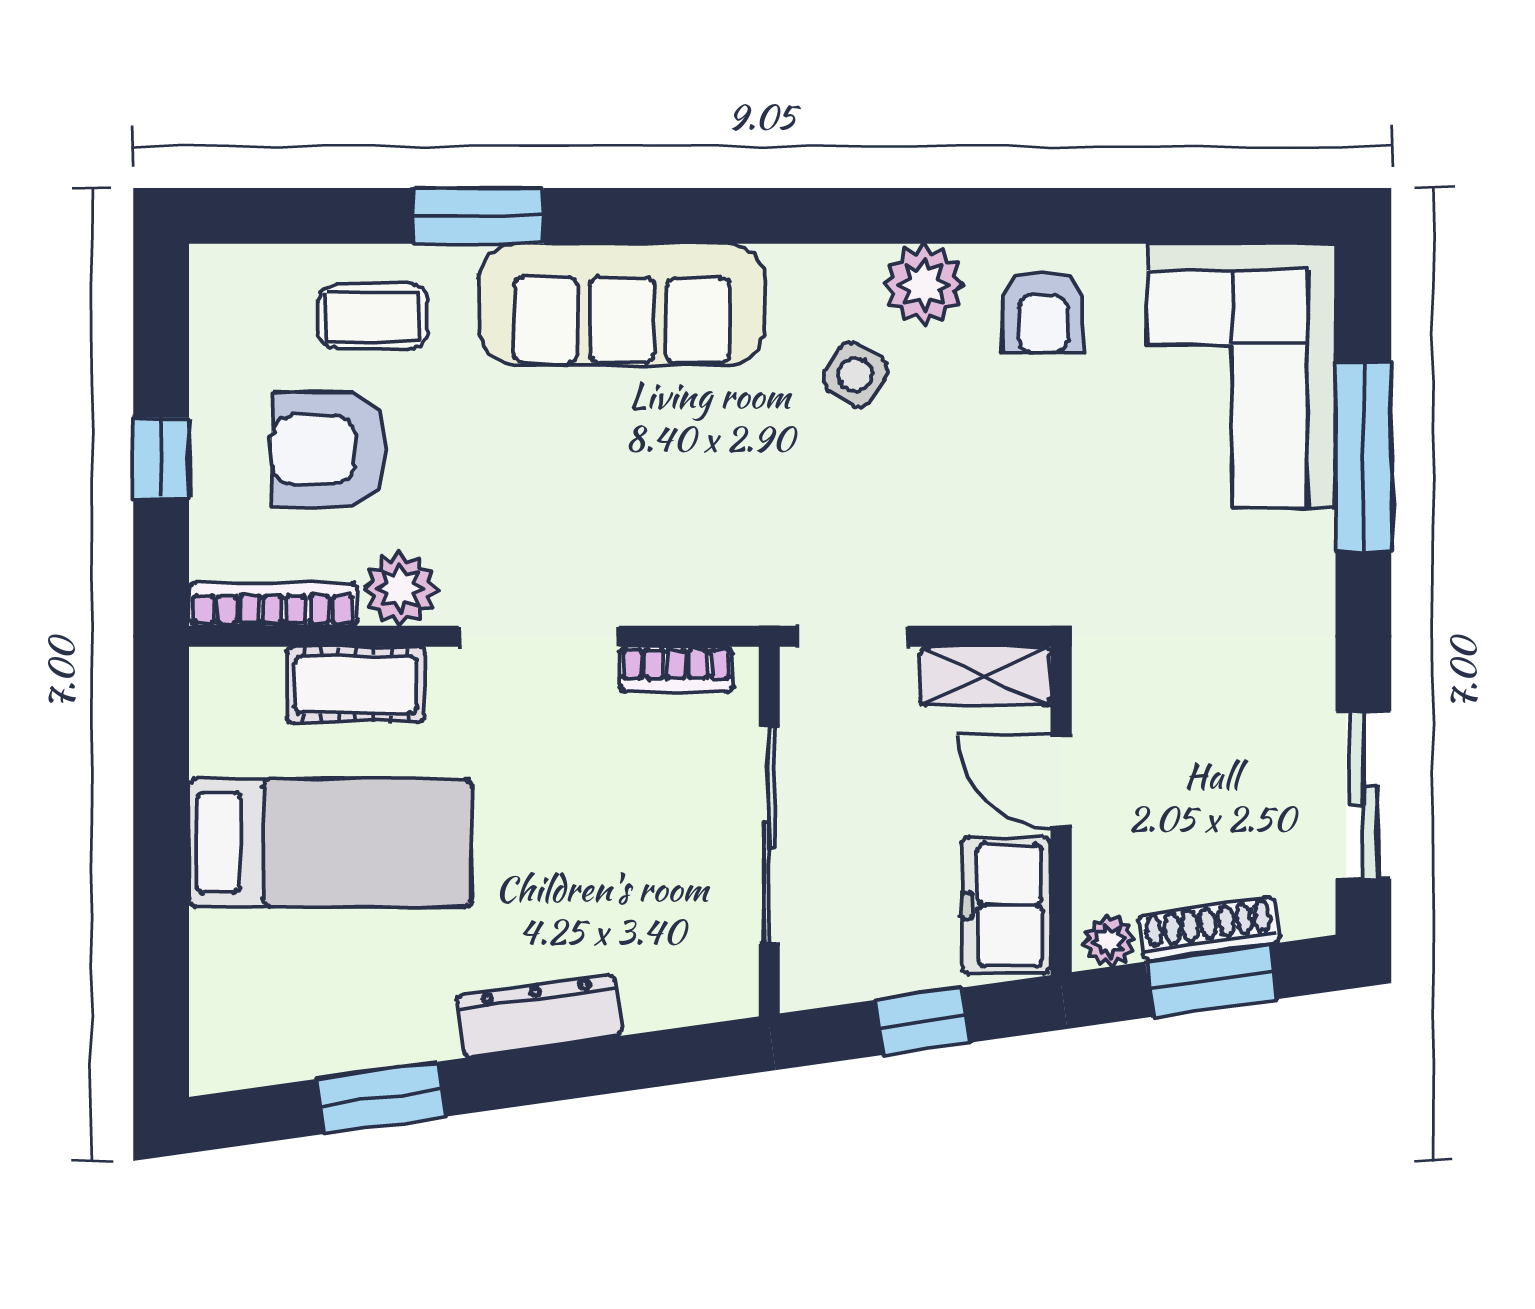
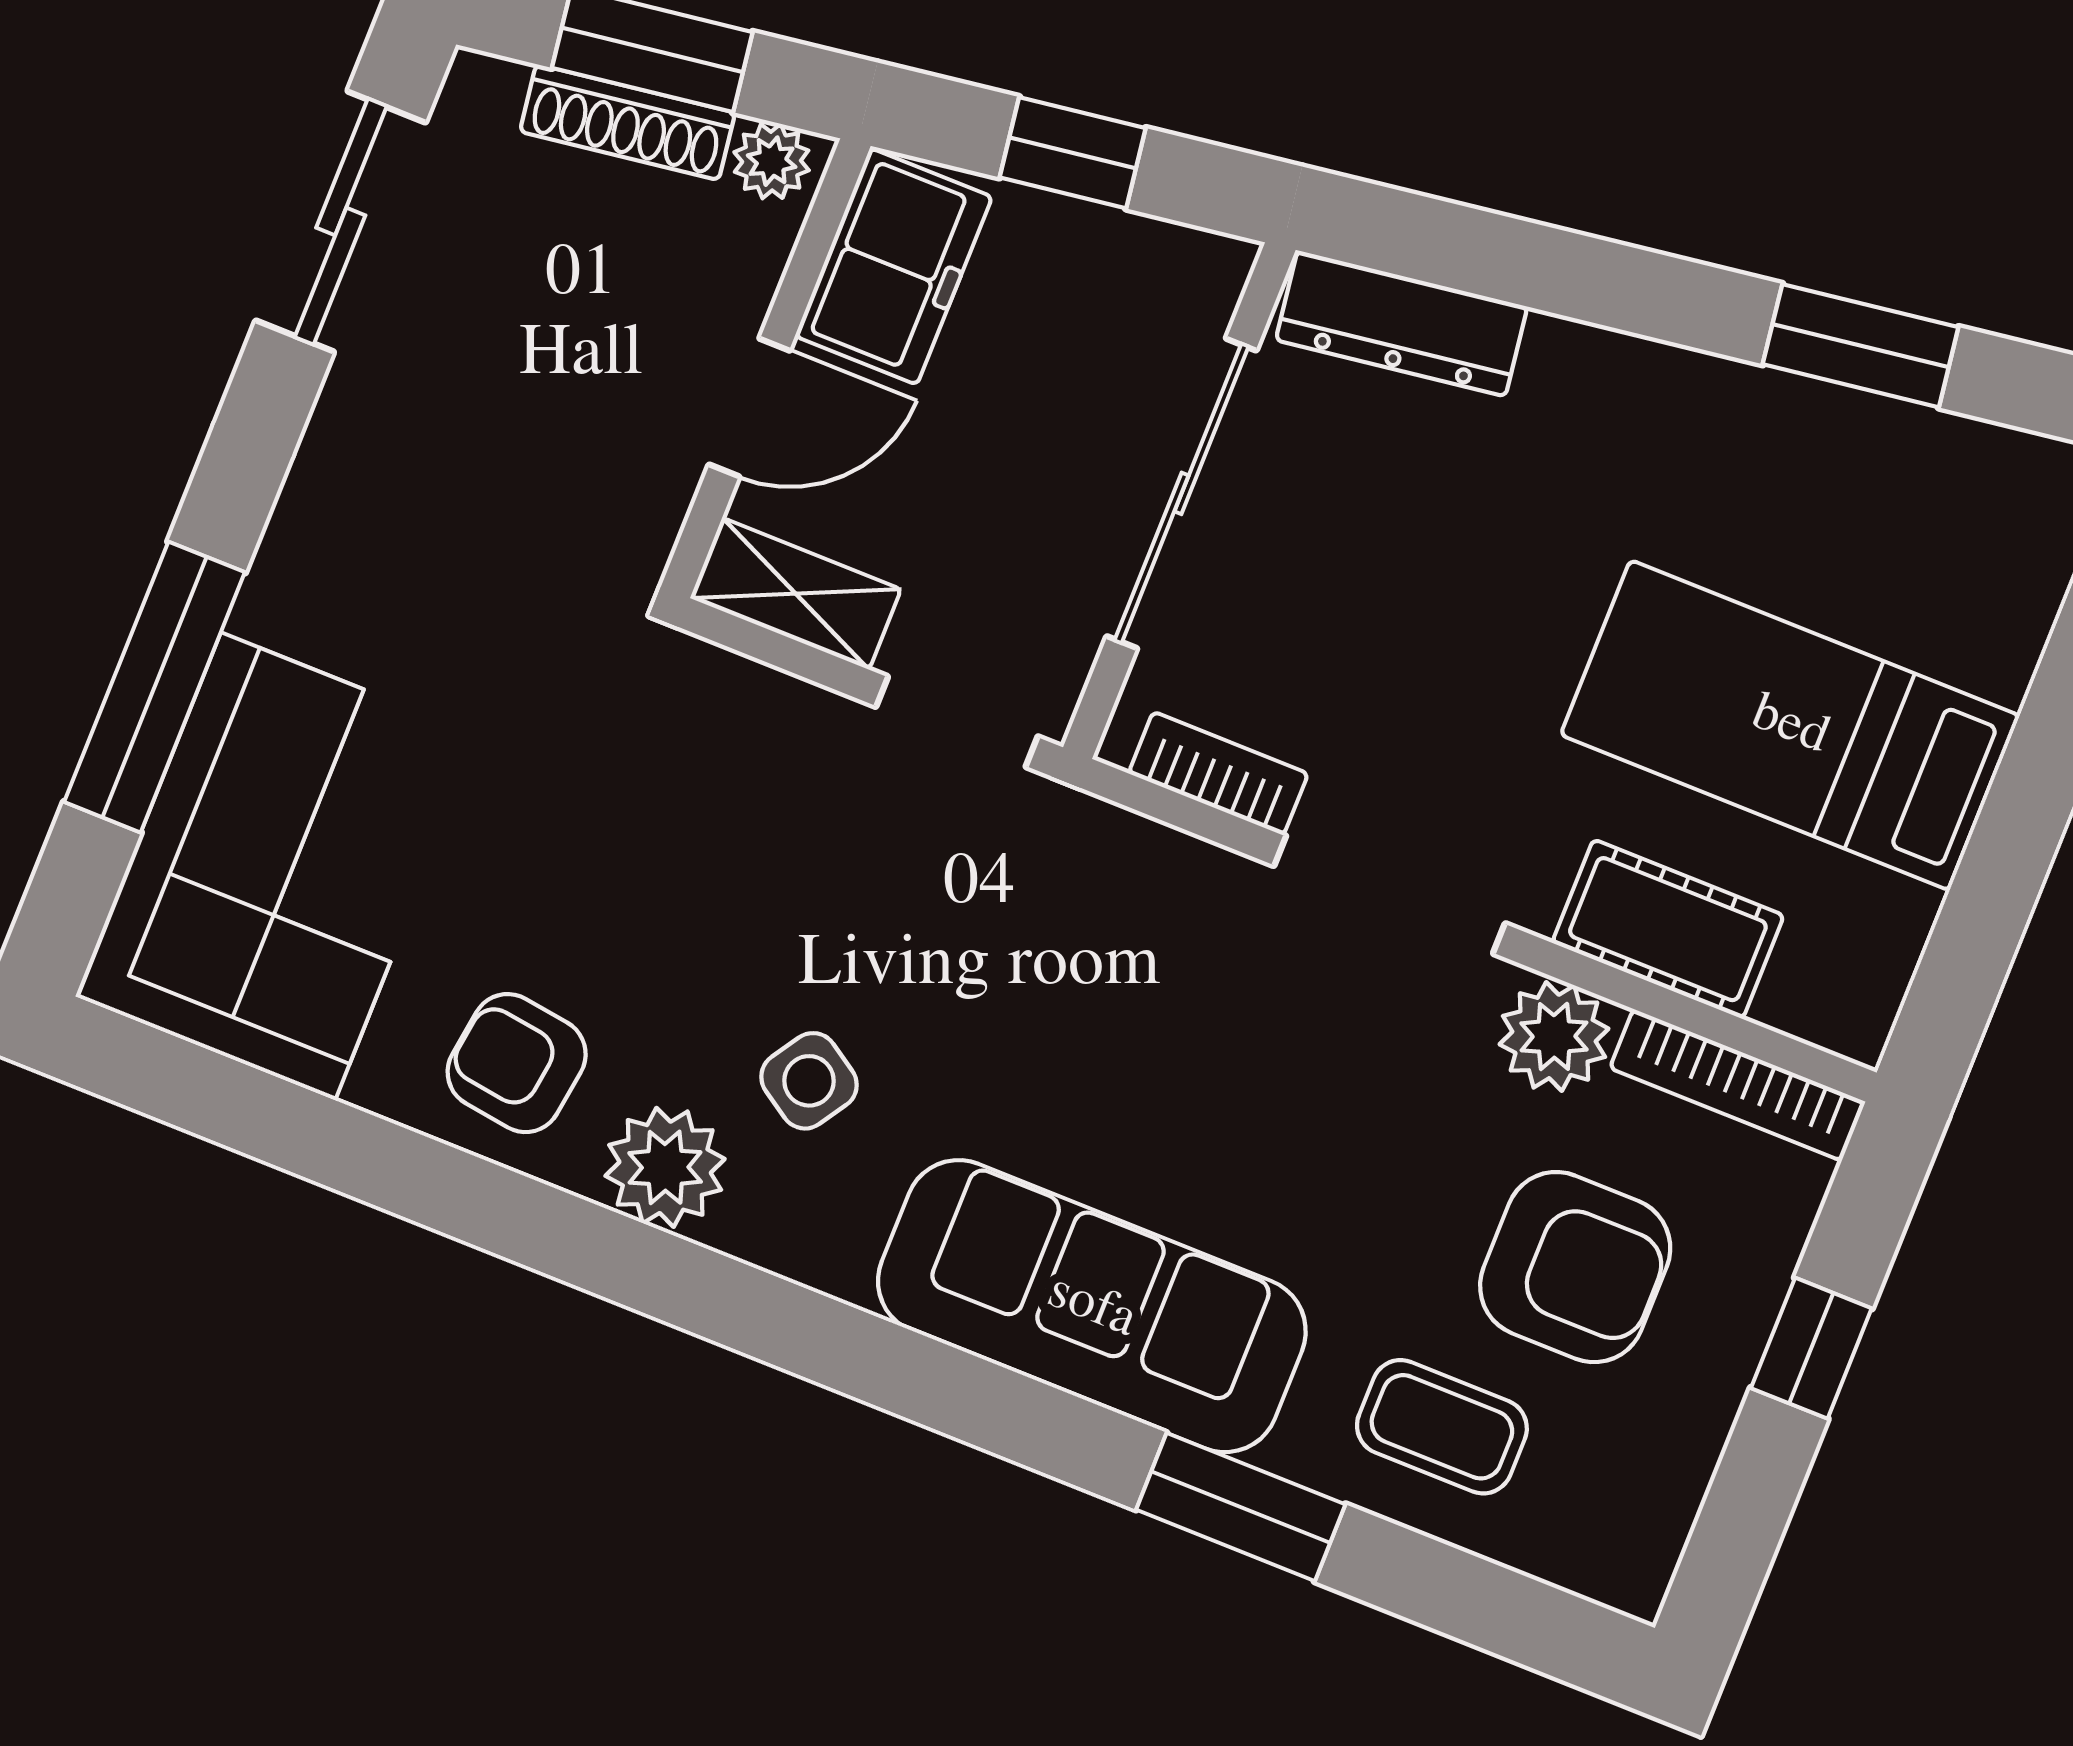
armchair: (1043, 312) -> (517, 1063), turned -82
door: (1061, 781) -> (749, 408), hinge flipped
dresser: (539, 1016) -> (1402, 323), moved

